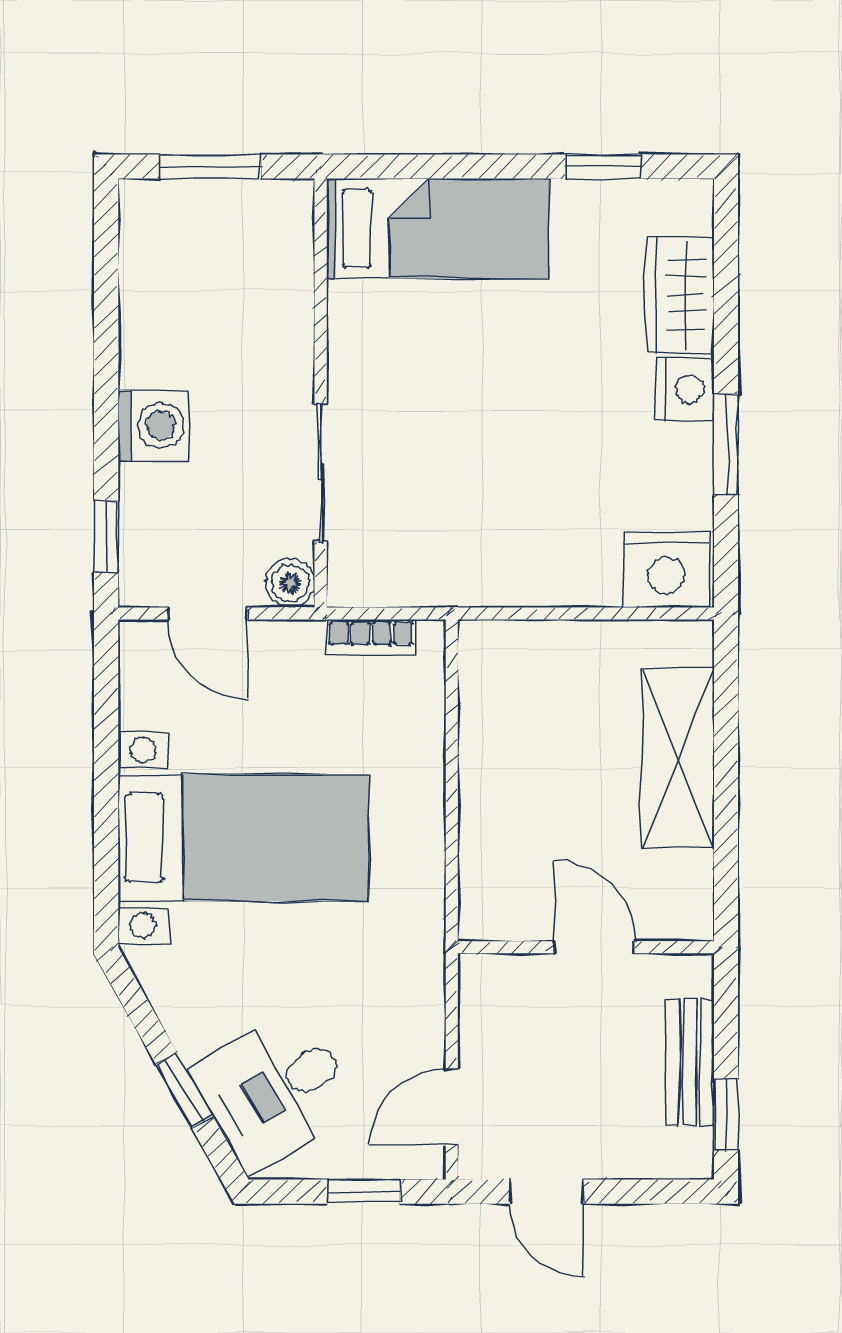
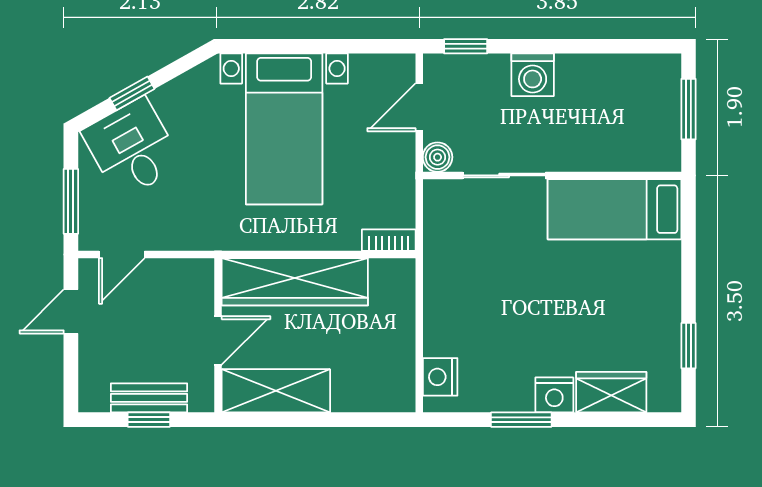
bed: (438, 228) -> (614, 209), moved, turned 90
nightstand: (666, 569) -> (440, 377), width x0.74, depth x0.75
bookcase: (371, 637) -> (389, 240), moved, turned 90
shelving: (678, 759) -> (276, 391), moved
wardrobe: (497, 820) -> (295, 282), added
door: (452, 1107) -> (122, 254), swing flipped
window: (726, 1114) -> (149, 420), moved
window: (364, 1192) -> (71, 201), width x1.50

